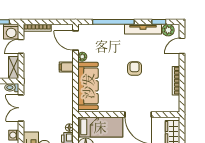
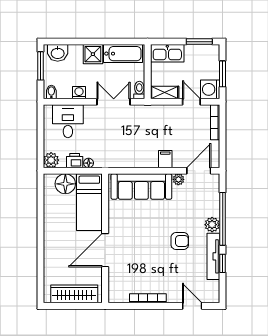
window: (159, 22) -> (223, 263), moved
plant: (168, 30) -> (212, 225), moved
armchair: (135, 69) -> (180, 241), moved

